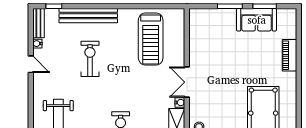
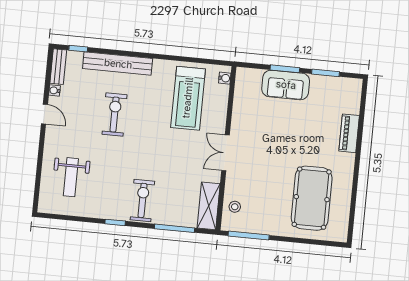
sofa: (257, 20) -> (286, 85), moved
water cooler: (180, 103) -> (225, 78), moved

